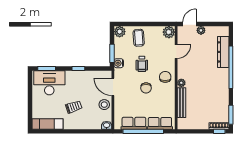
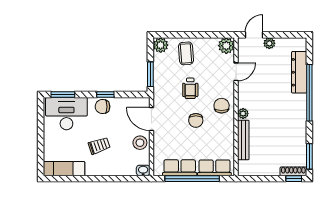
water cooler: (119, 63) -> (159, 87), removed
chair: (76, 78) -> (103, 107), added

